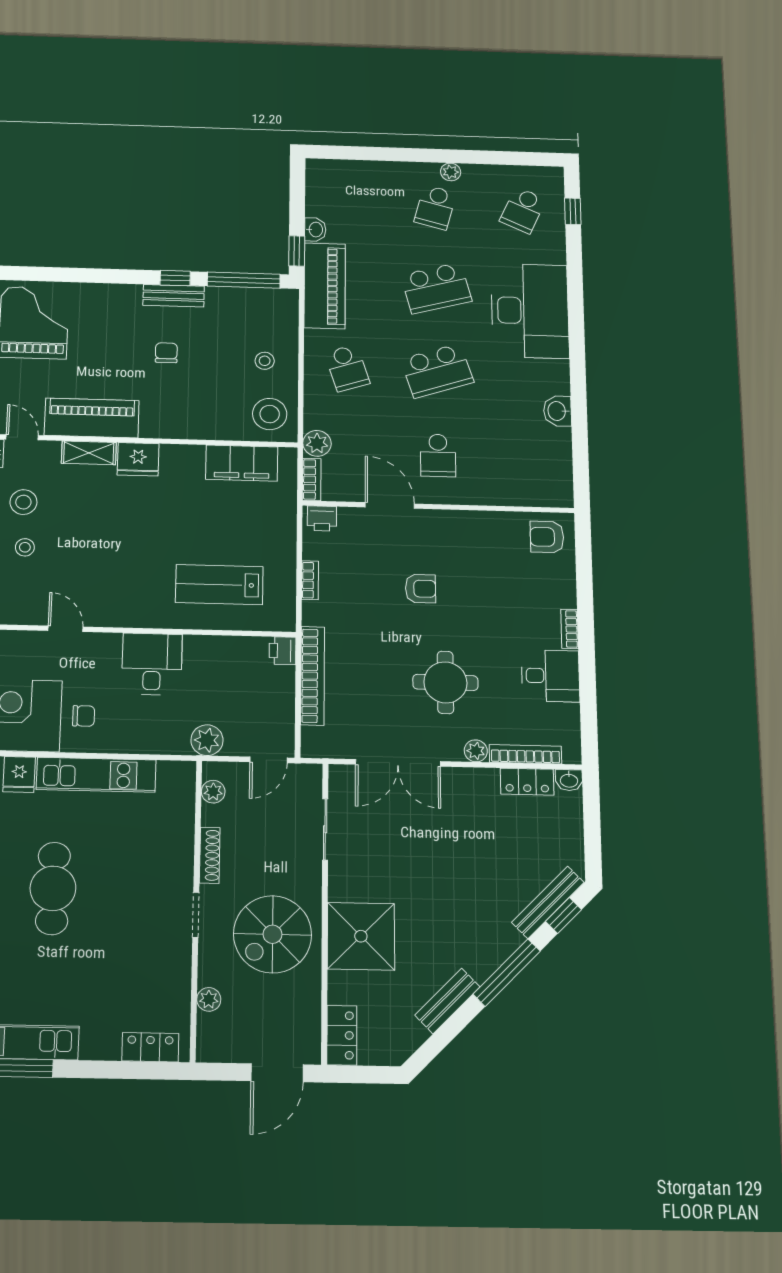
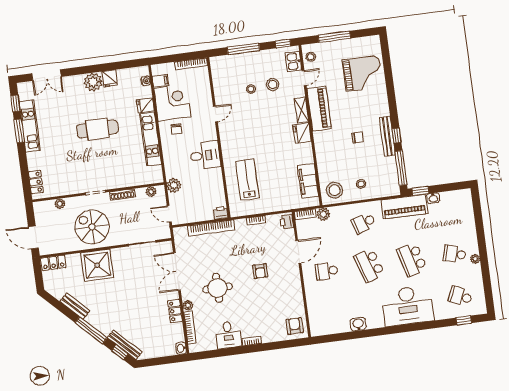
bench: (174, 296) -> (387, 136), width x1.36
locker: (527, 782) -> (175, 311), moved

